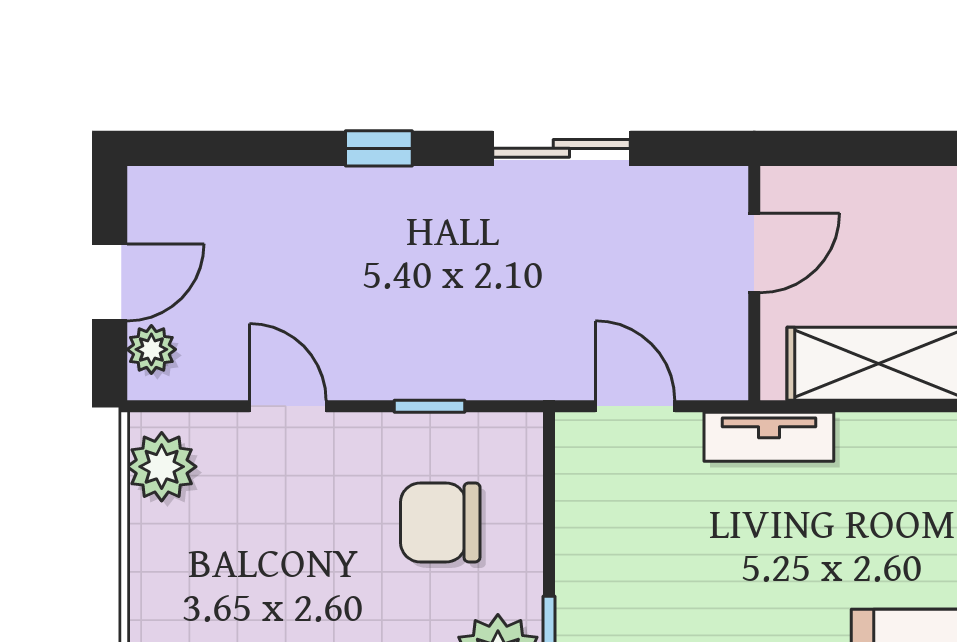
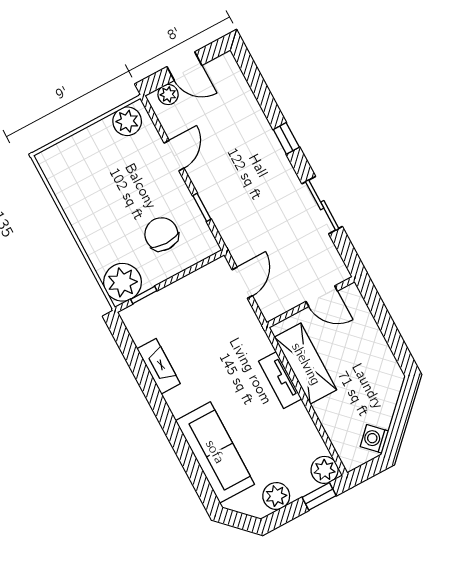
tv unit: (769, 437) -> (280, 380), moved

